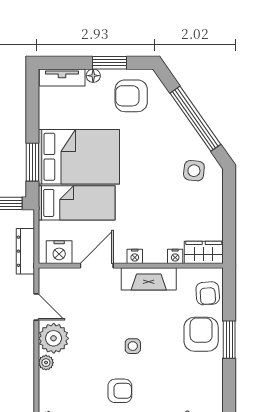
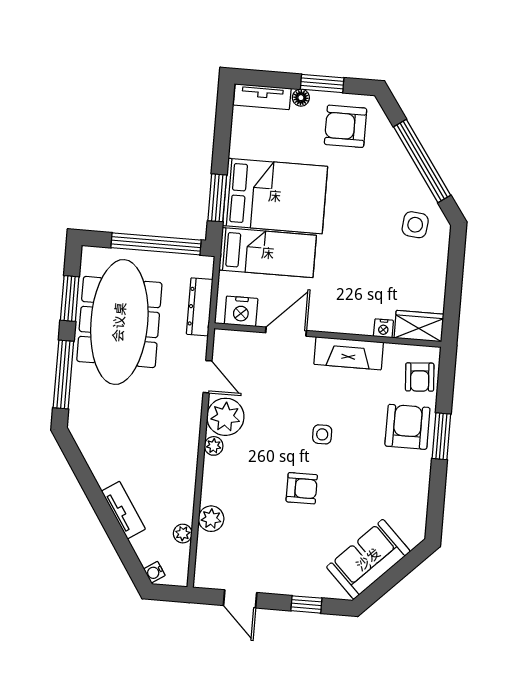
nightstand: (135, 256) -> (334, 324), removed

